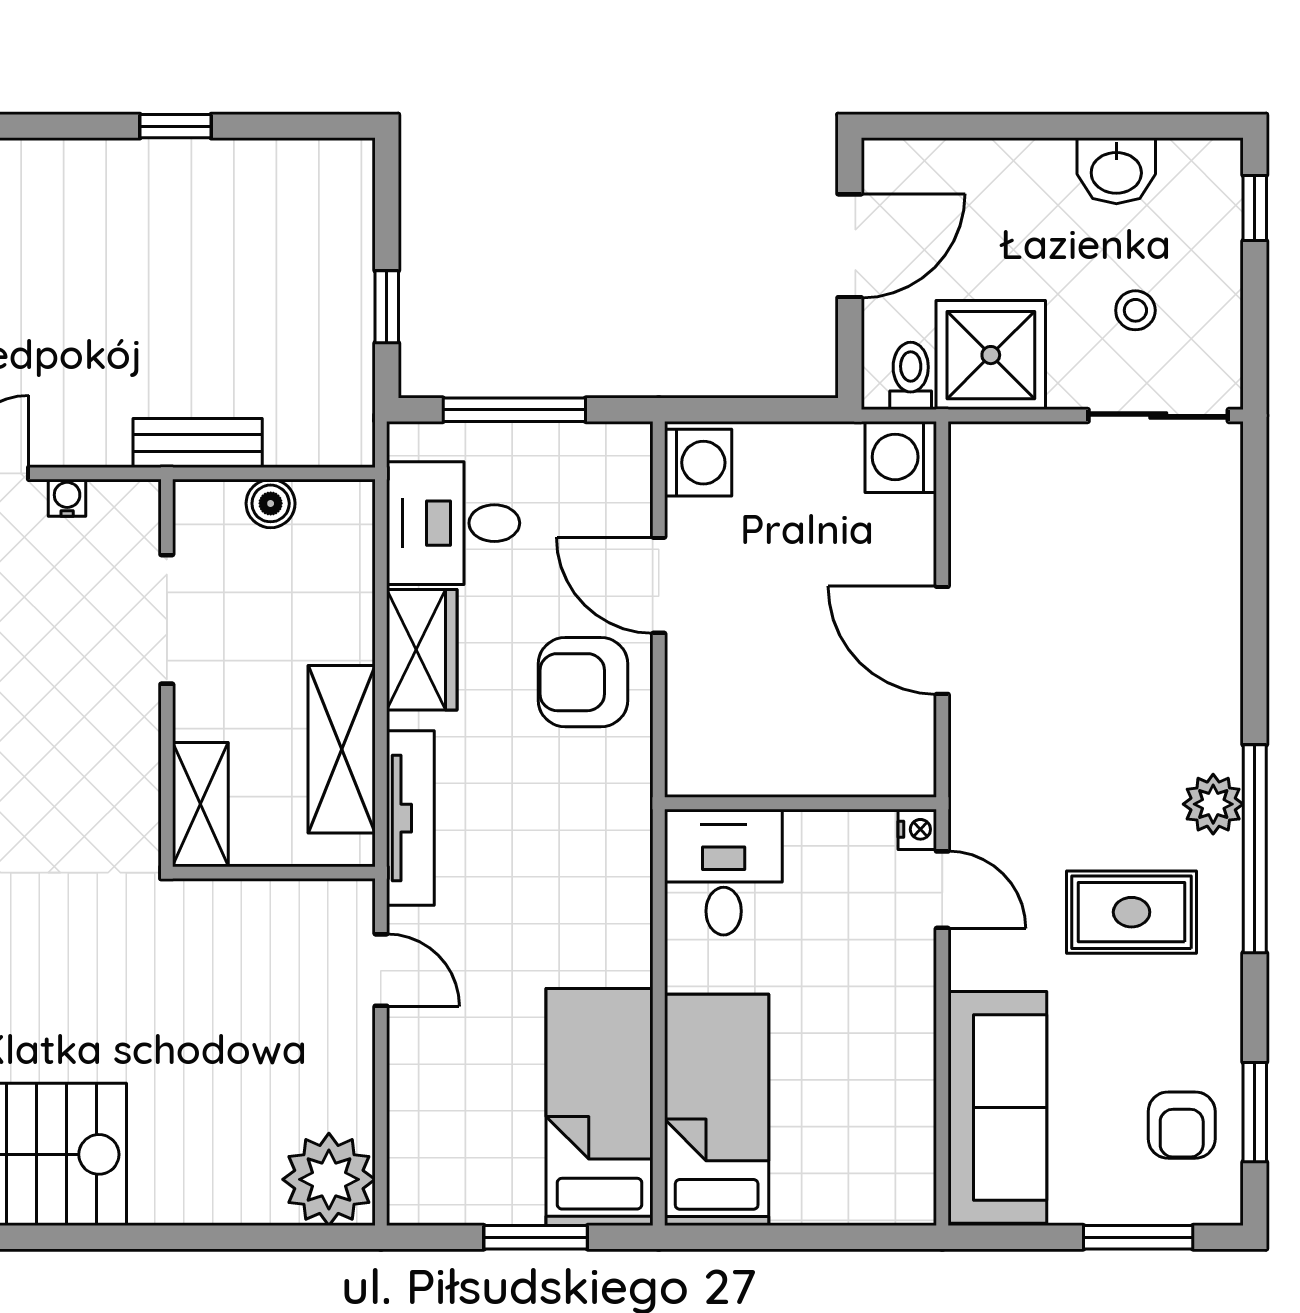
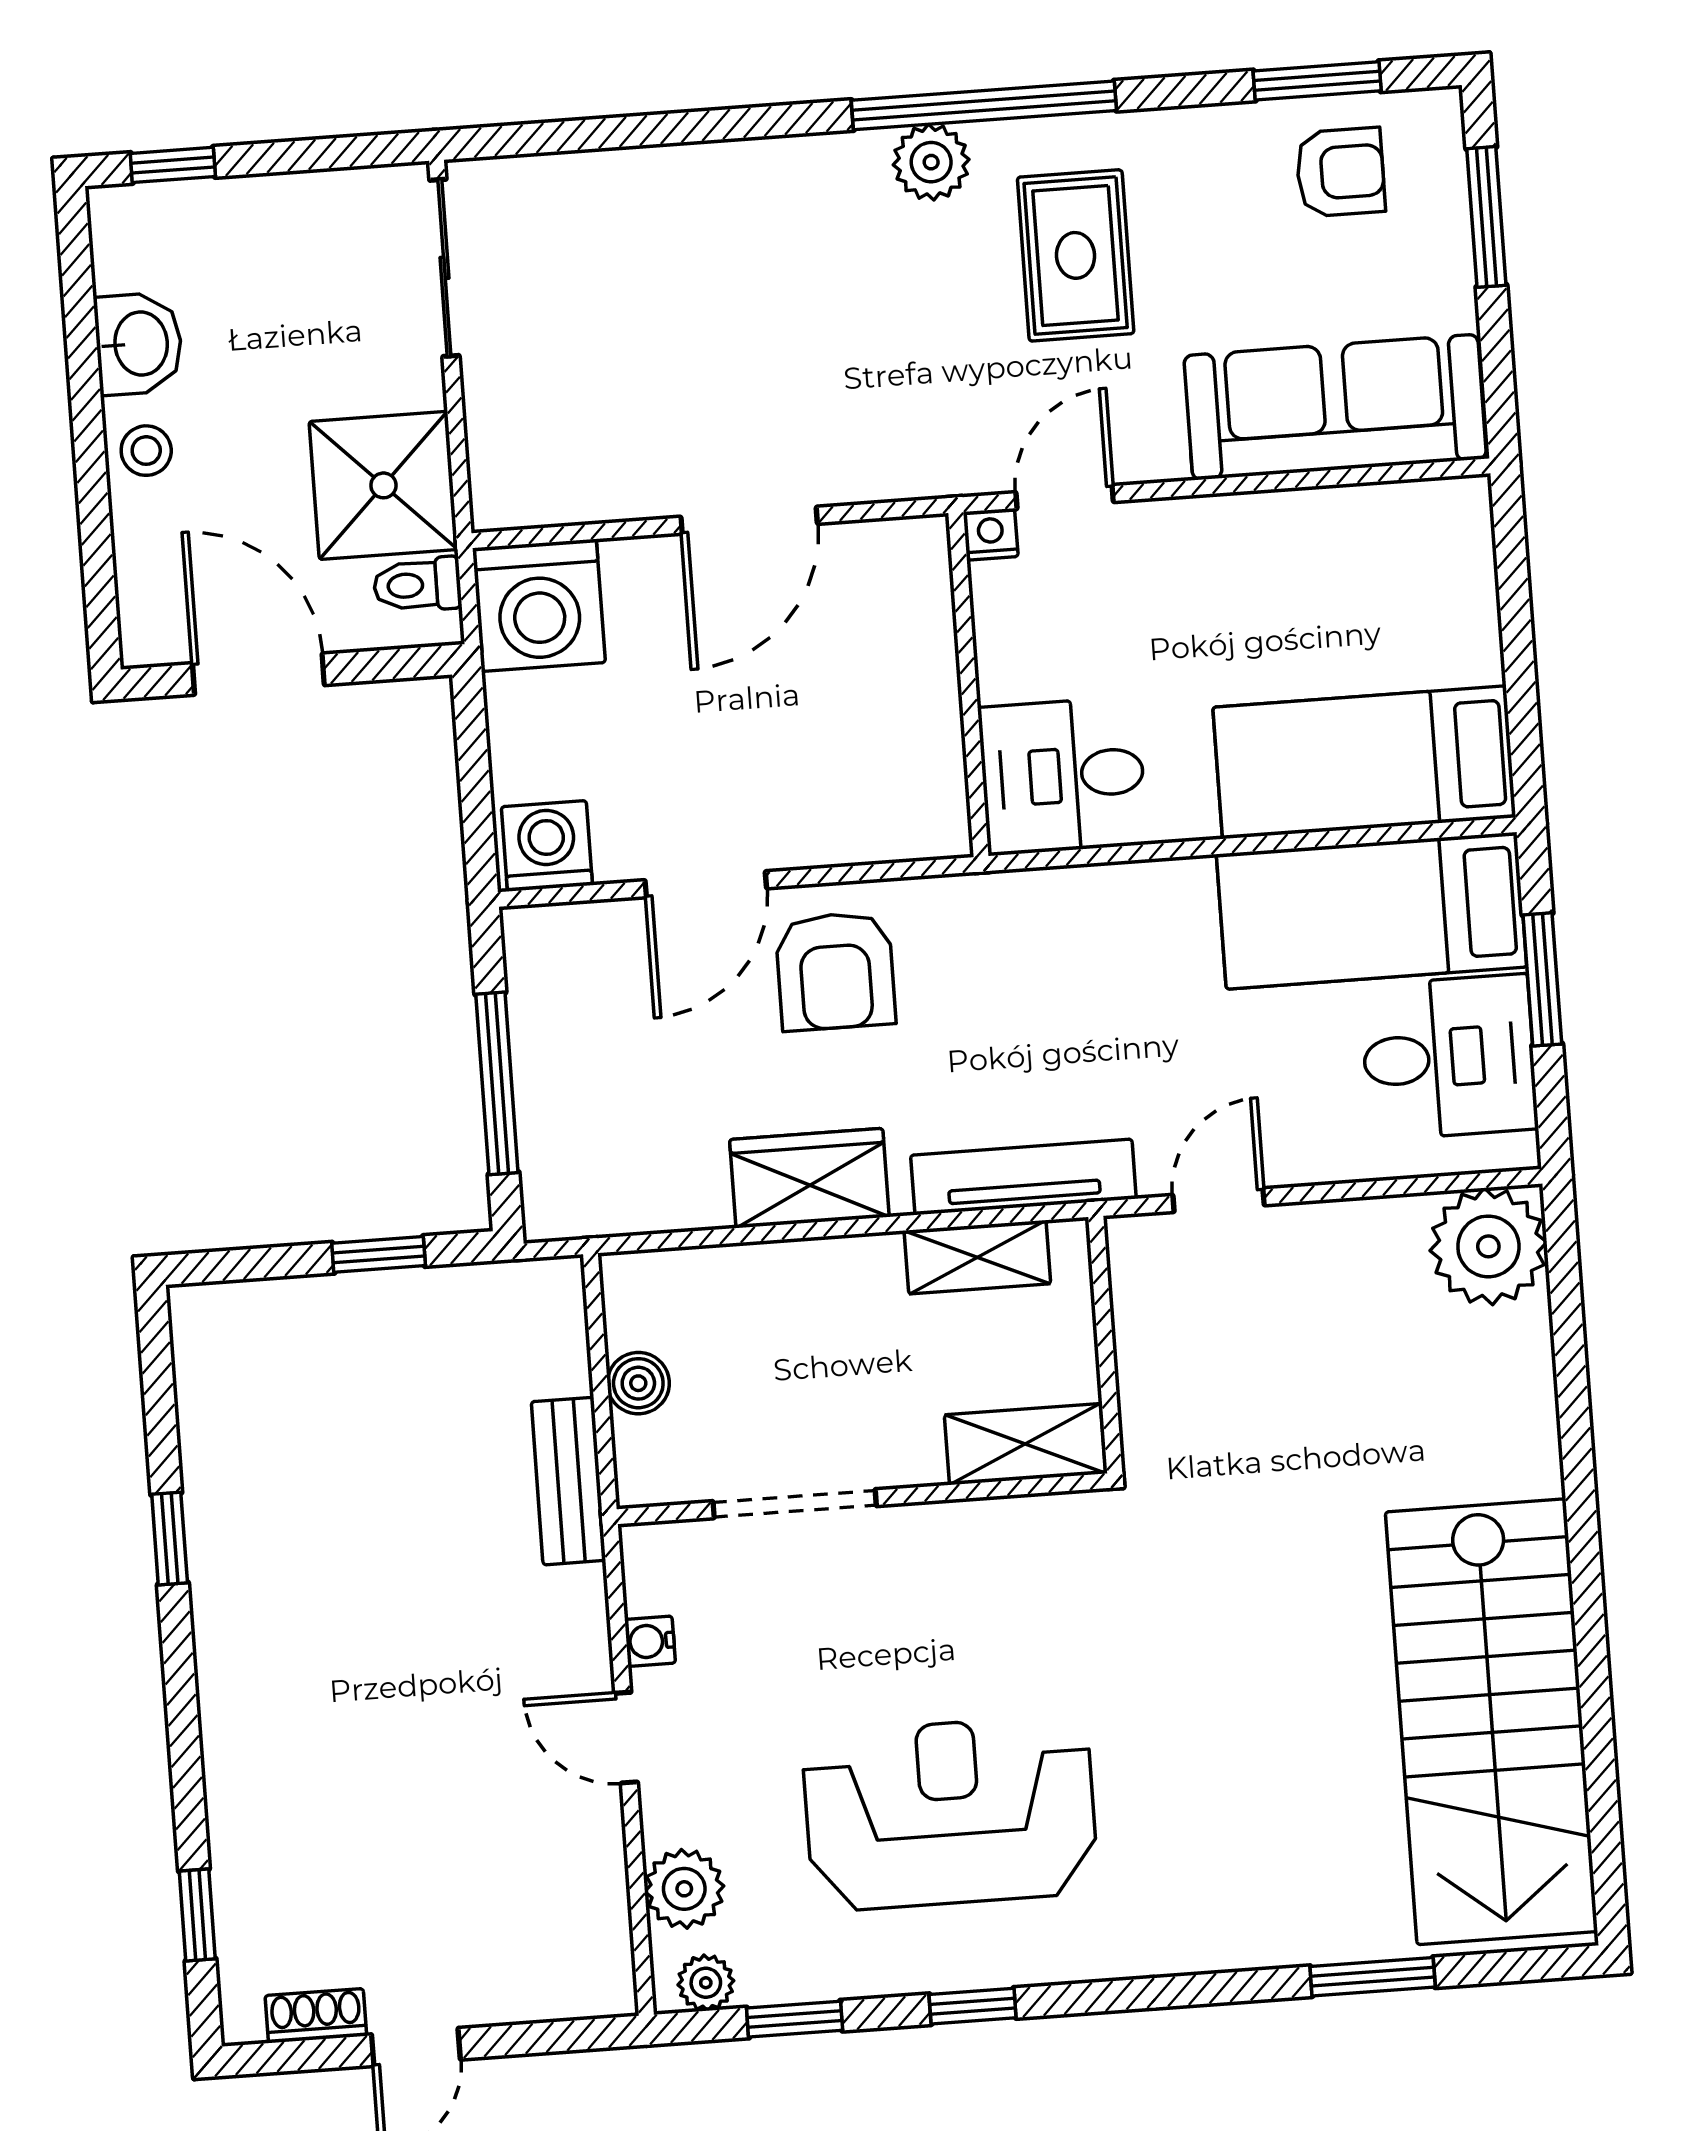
stool: (1135, 310) -> (146, 451), moved
washing machine: (901, 457) -> (539, 605), width x1.37, depth x1.37
desk: (453, 523) -> (1449, 1057), moved, turned -90
shelving: (342, 749) -> (977, 1257), width x0.67, depth x0.75

